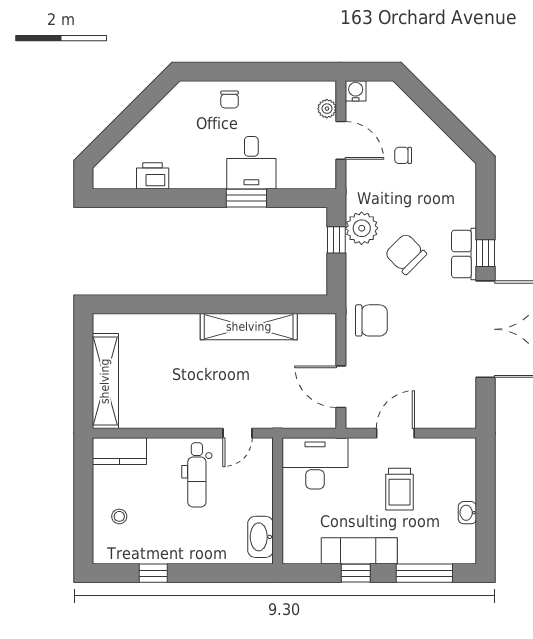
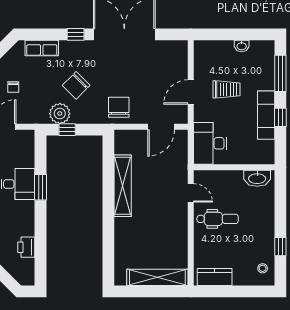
row of seats: (464, 254) -> (42, 48), moved
door: (395, 433) -> (191, 92), hinge flipped
kitchen counter: (119, 451) -> (215, 277), moved, turned -90
stool: (119, 516) -> (263, 268), moved

